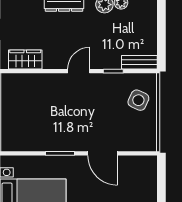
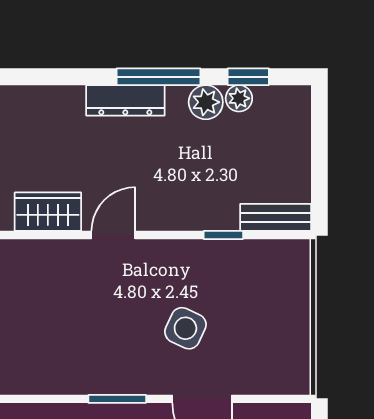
door: (79, 71) -> (113, 235), moved
side table: (138, 100) -> (185, 328), moved

